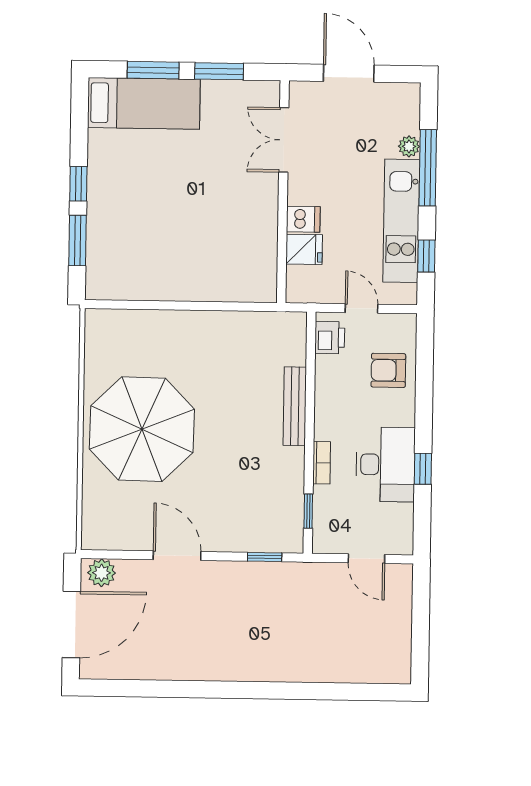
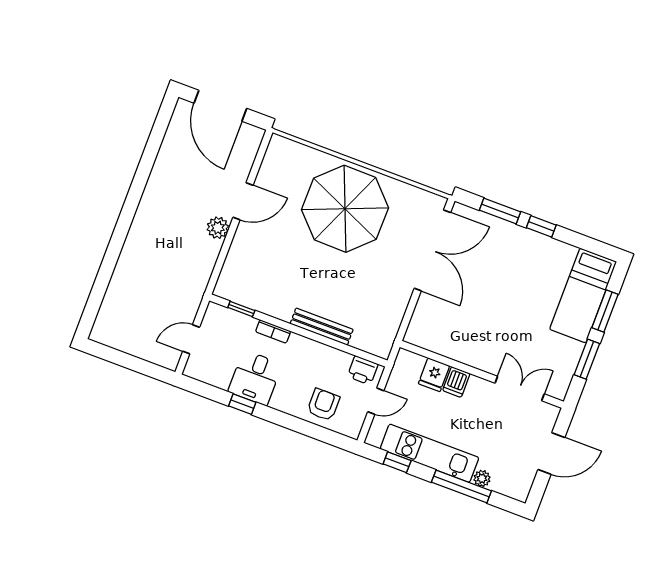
double door: (155, 305) -> (432, 250), added
desk: (385, 465) -> (255, 378), width x0.73
window: (265, 557) -> (219, 265), removed
plant: (102, 573) -> (218, 228), moved

